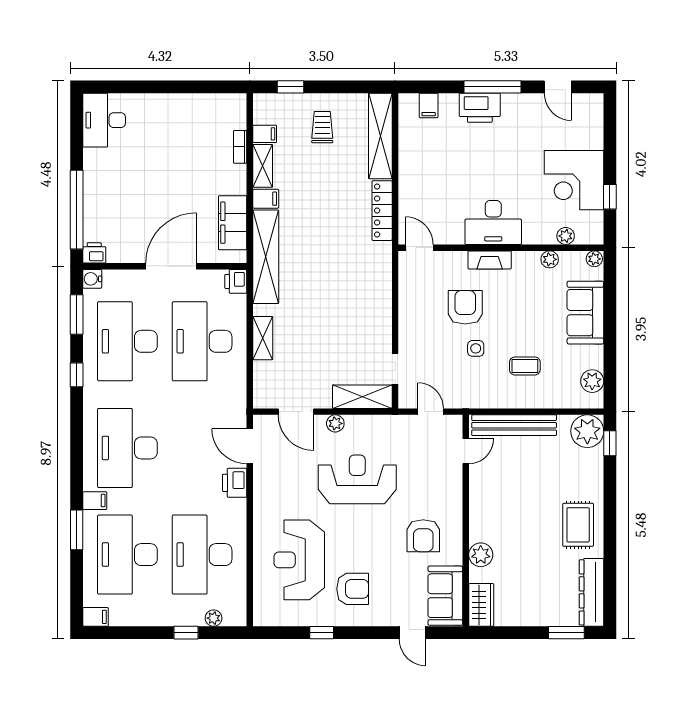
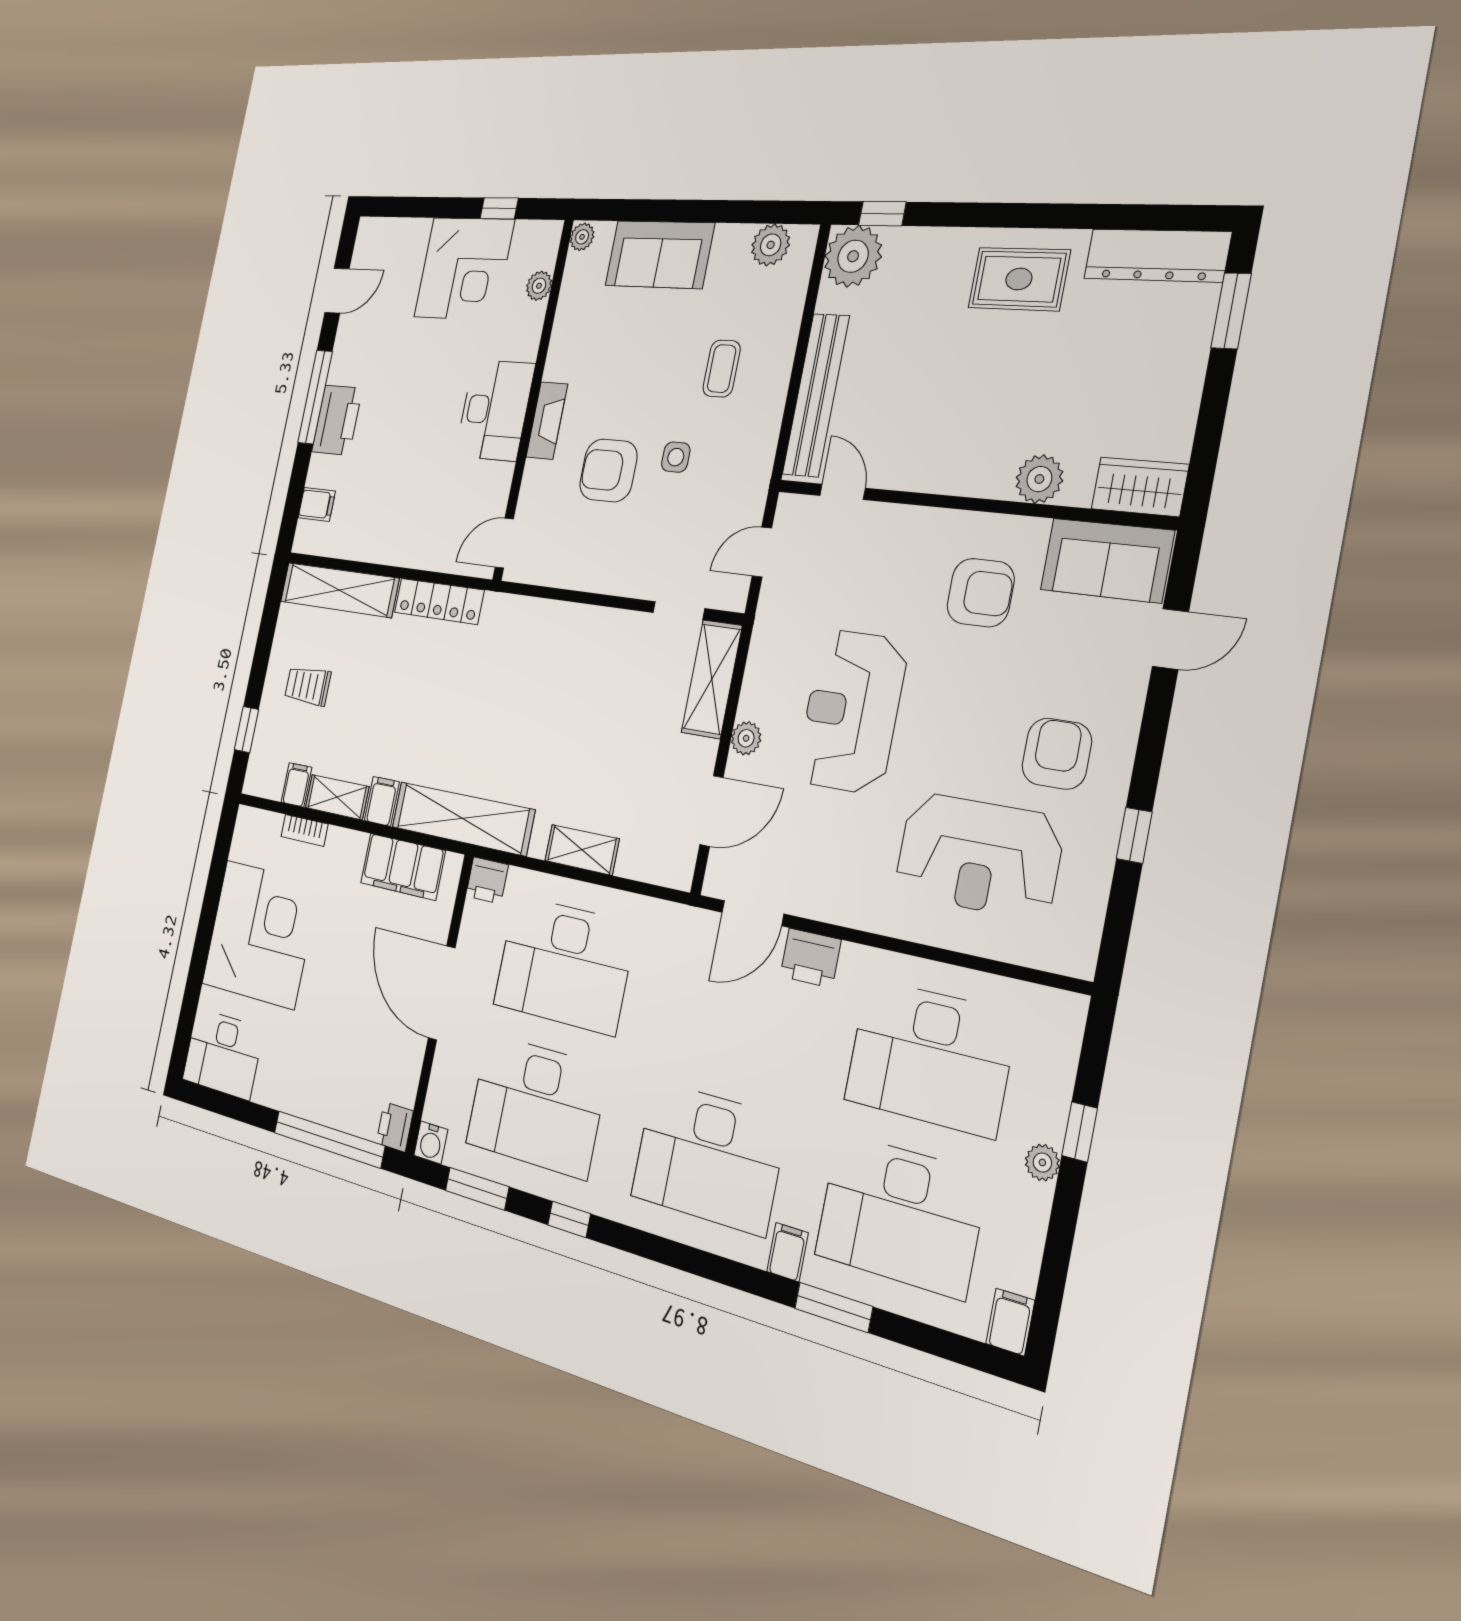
corner desk: (176, 130) -> (260, 934), added
plant: (550, 259) -> (567, 315), removed
plant: (214, 618) -> (1042, 1162), moved

